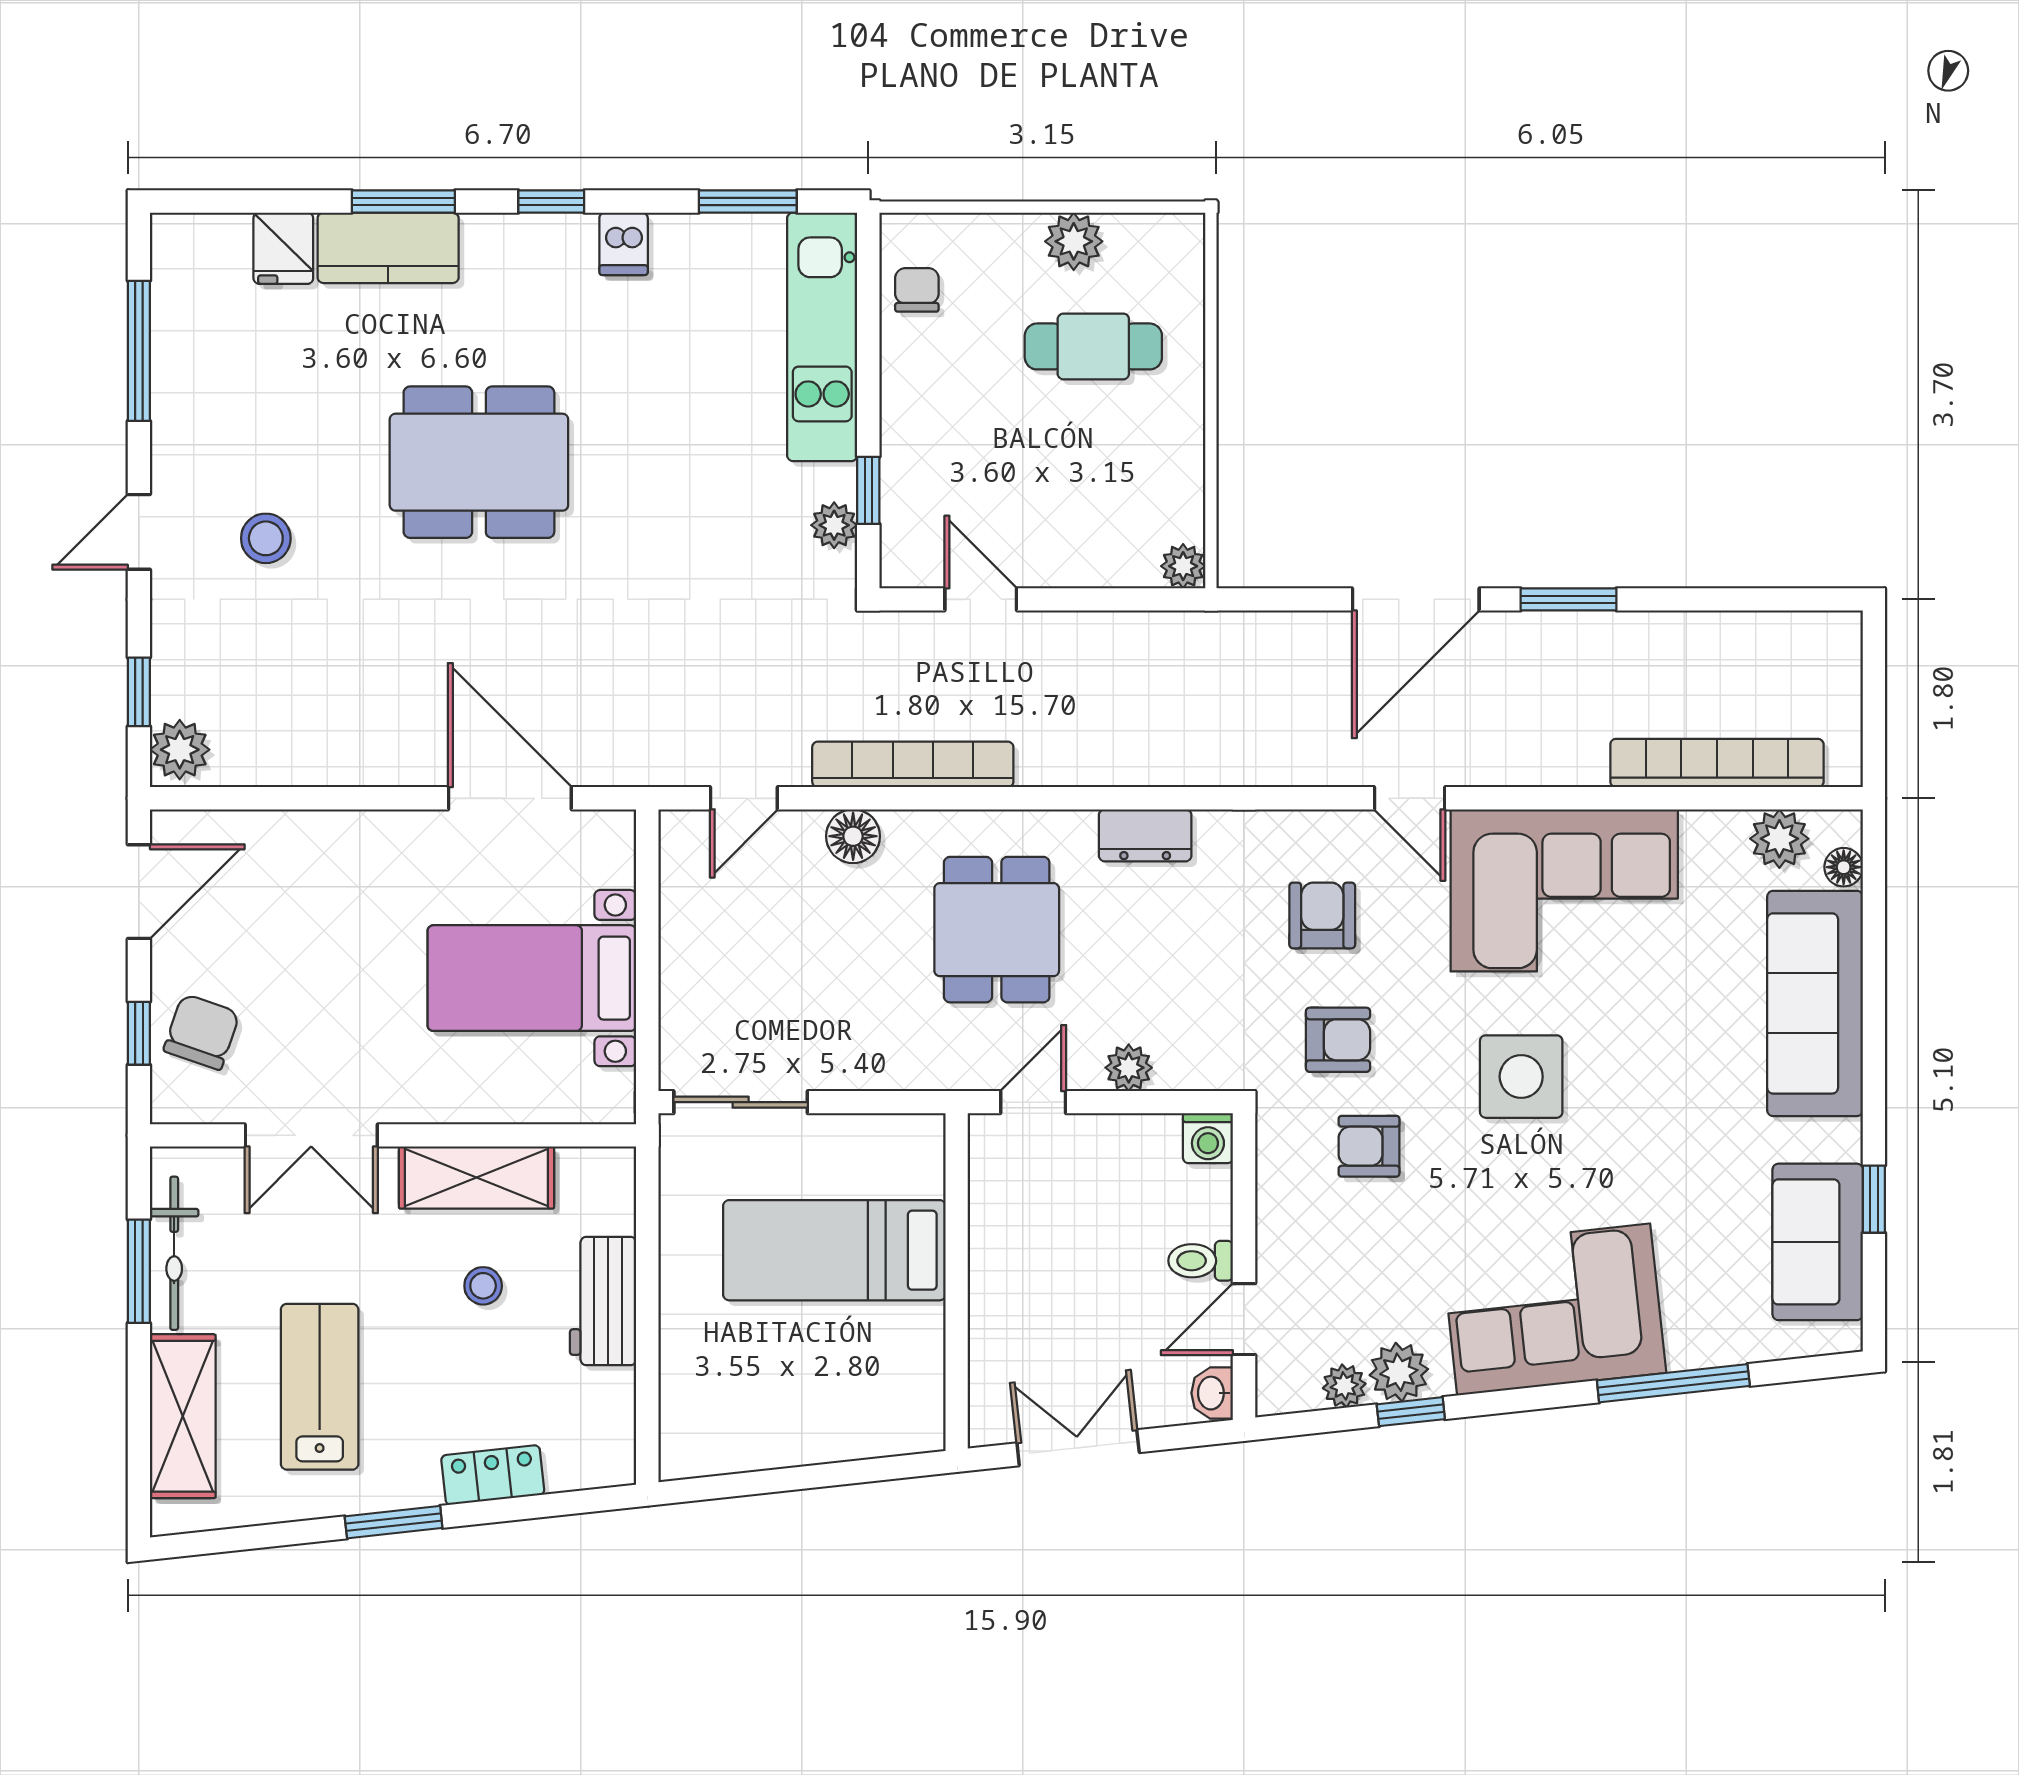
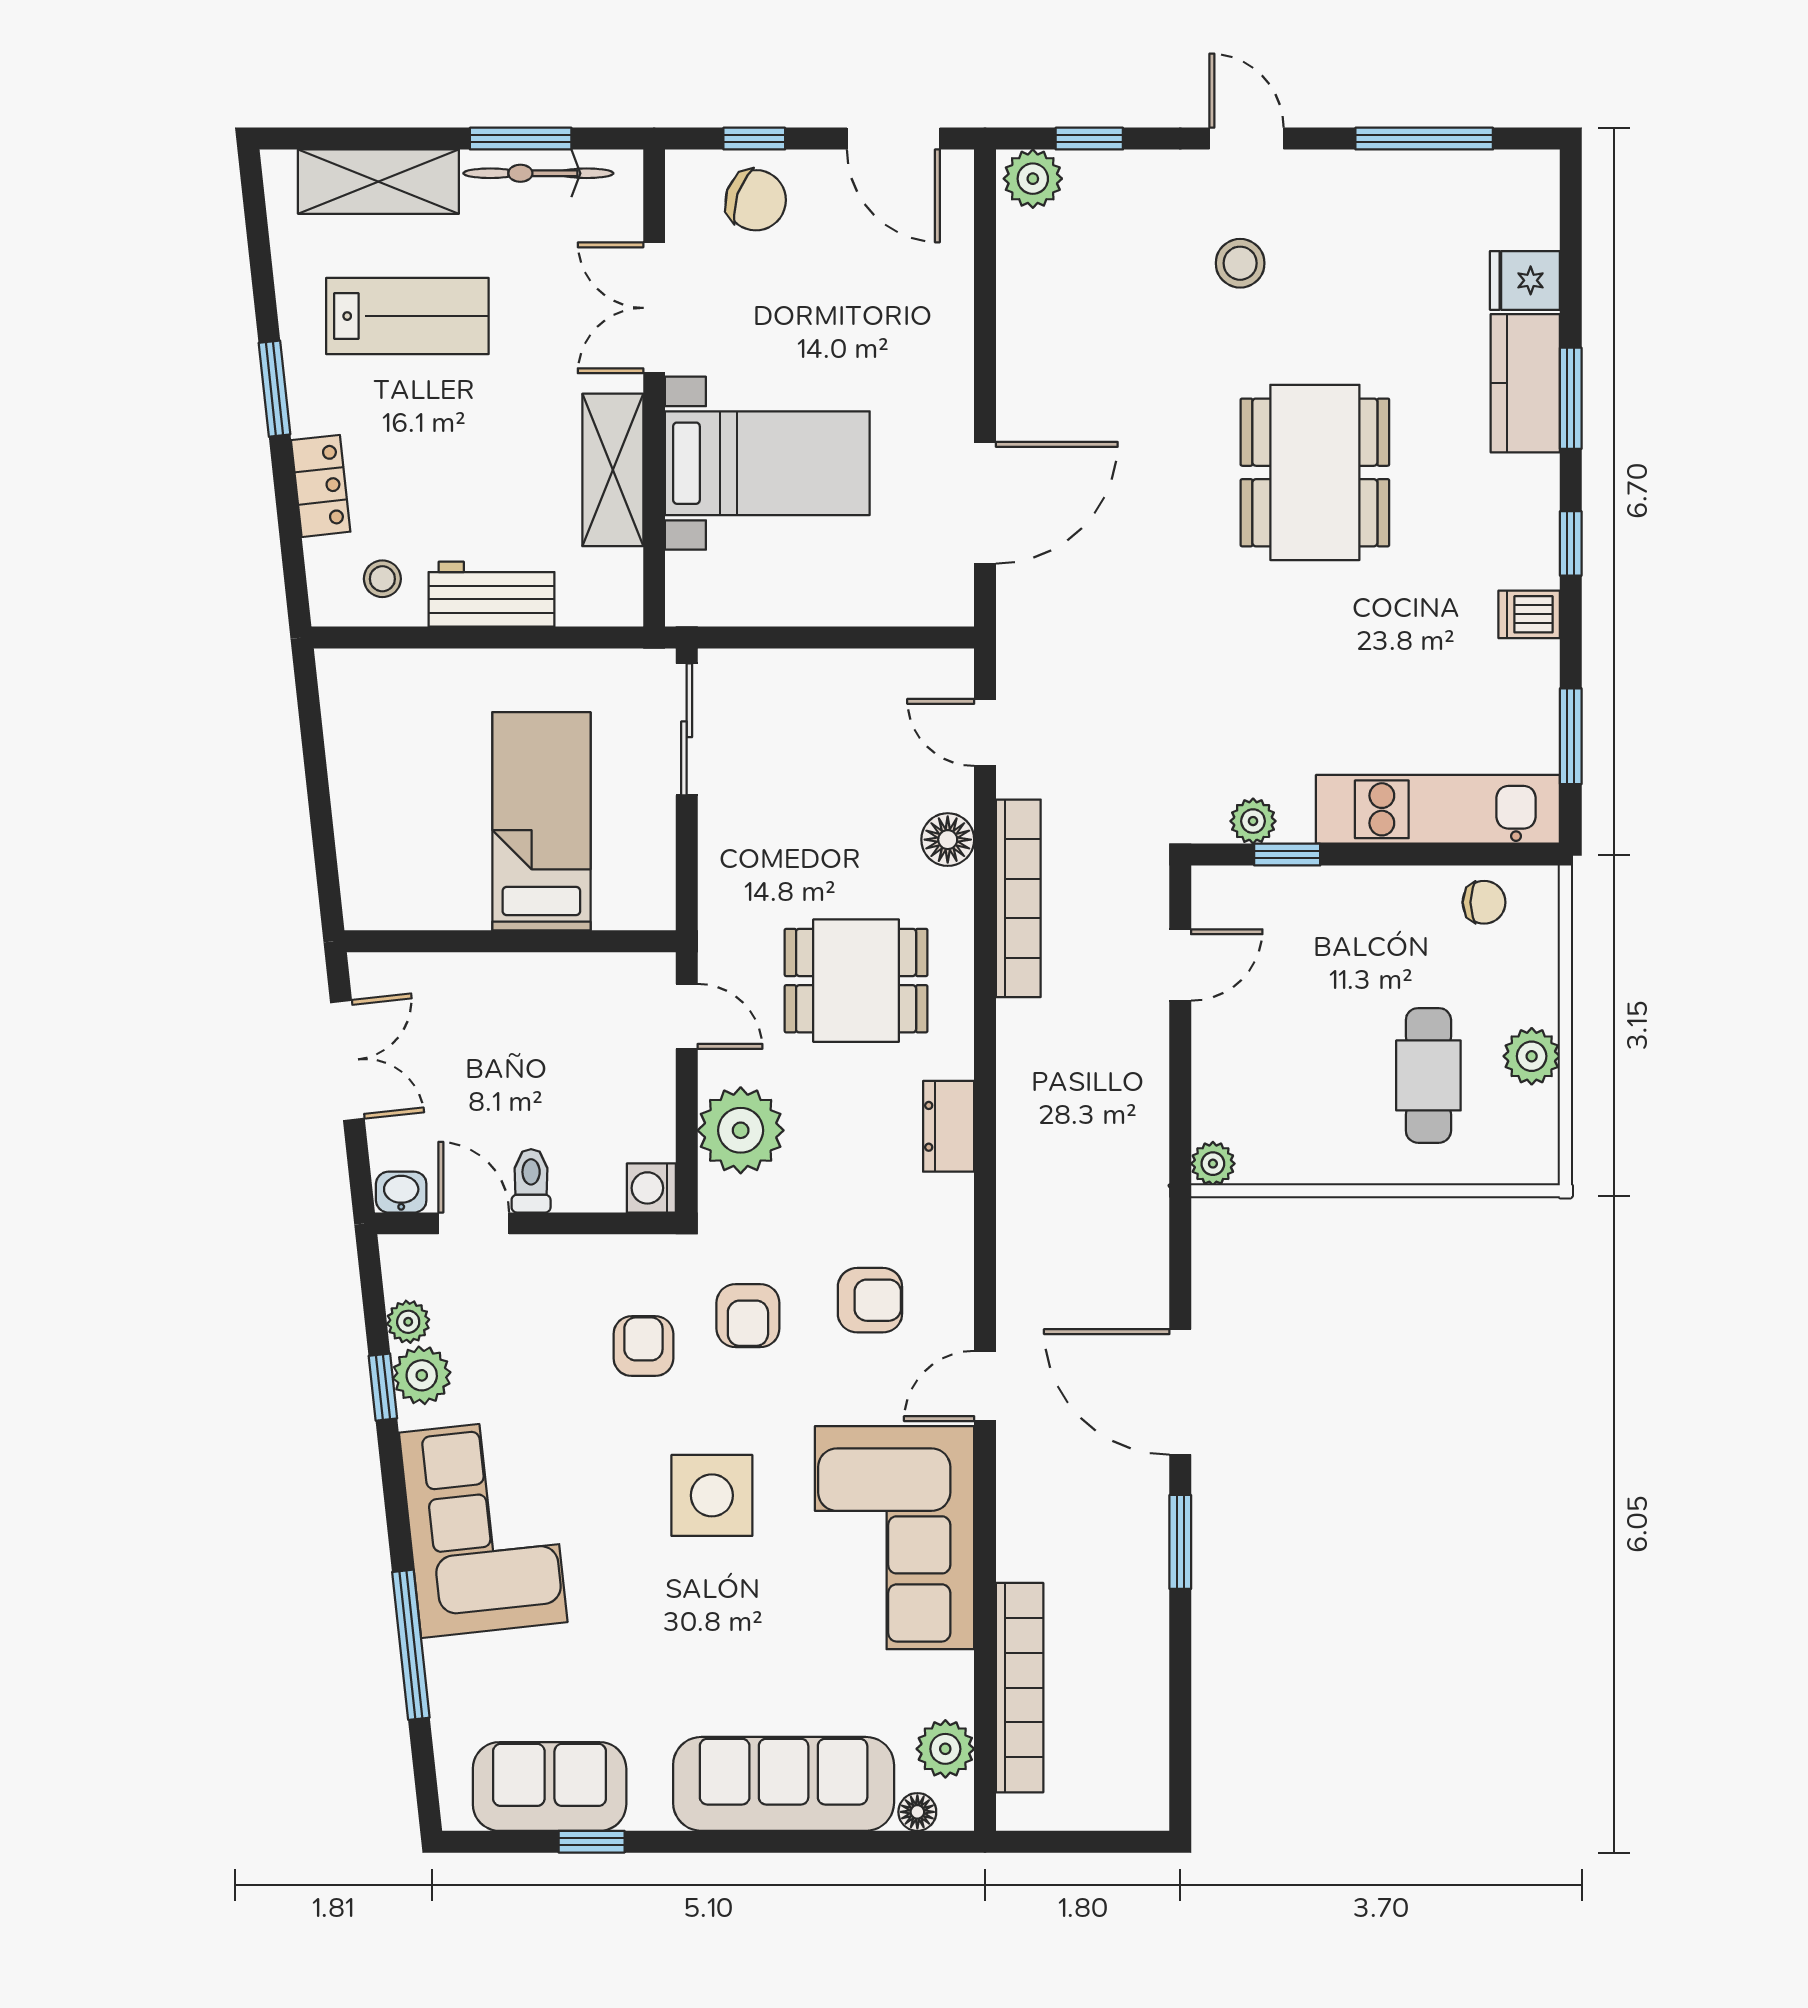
bed with nightstands: (532, 978) -> (767, 463), moved, turned 90
plant: (1129, 1068) -> (741, 1130), width x1.88, depth x1.88
stool: (483, 1286) -> (382, 579), moved

